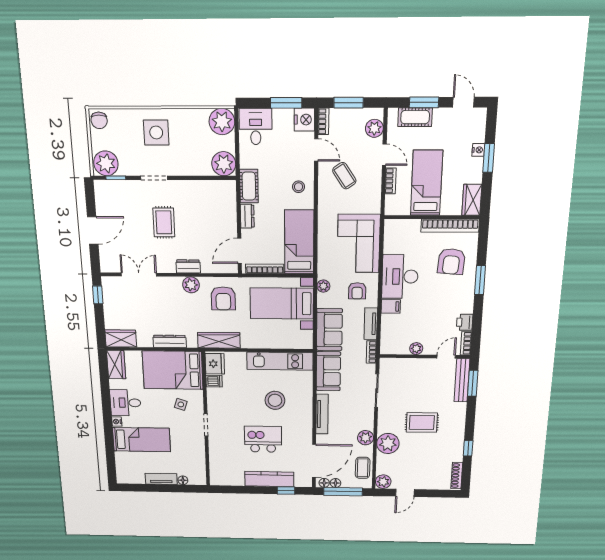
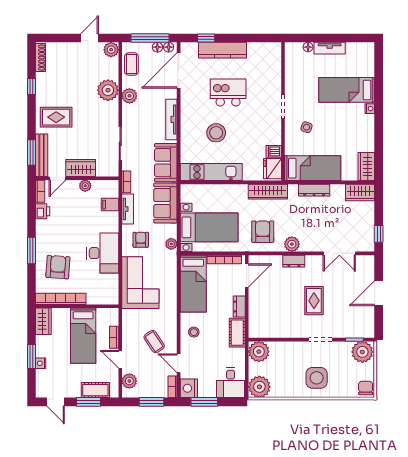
filing cabinet: (391, 306) -> (110, 205), moved
wardrobe: (420, 367) -> (81, 168), added
bed: (173, 370) -> (313, 168), width x0.67
desk: (125, 403) -> (360, 128), removed
rug: (422, 422) -> (56, 117), moved
kitchen island: (263, 439) -> (228, 93), turned 180

